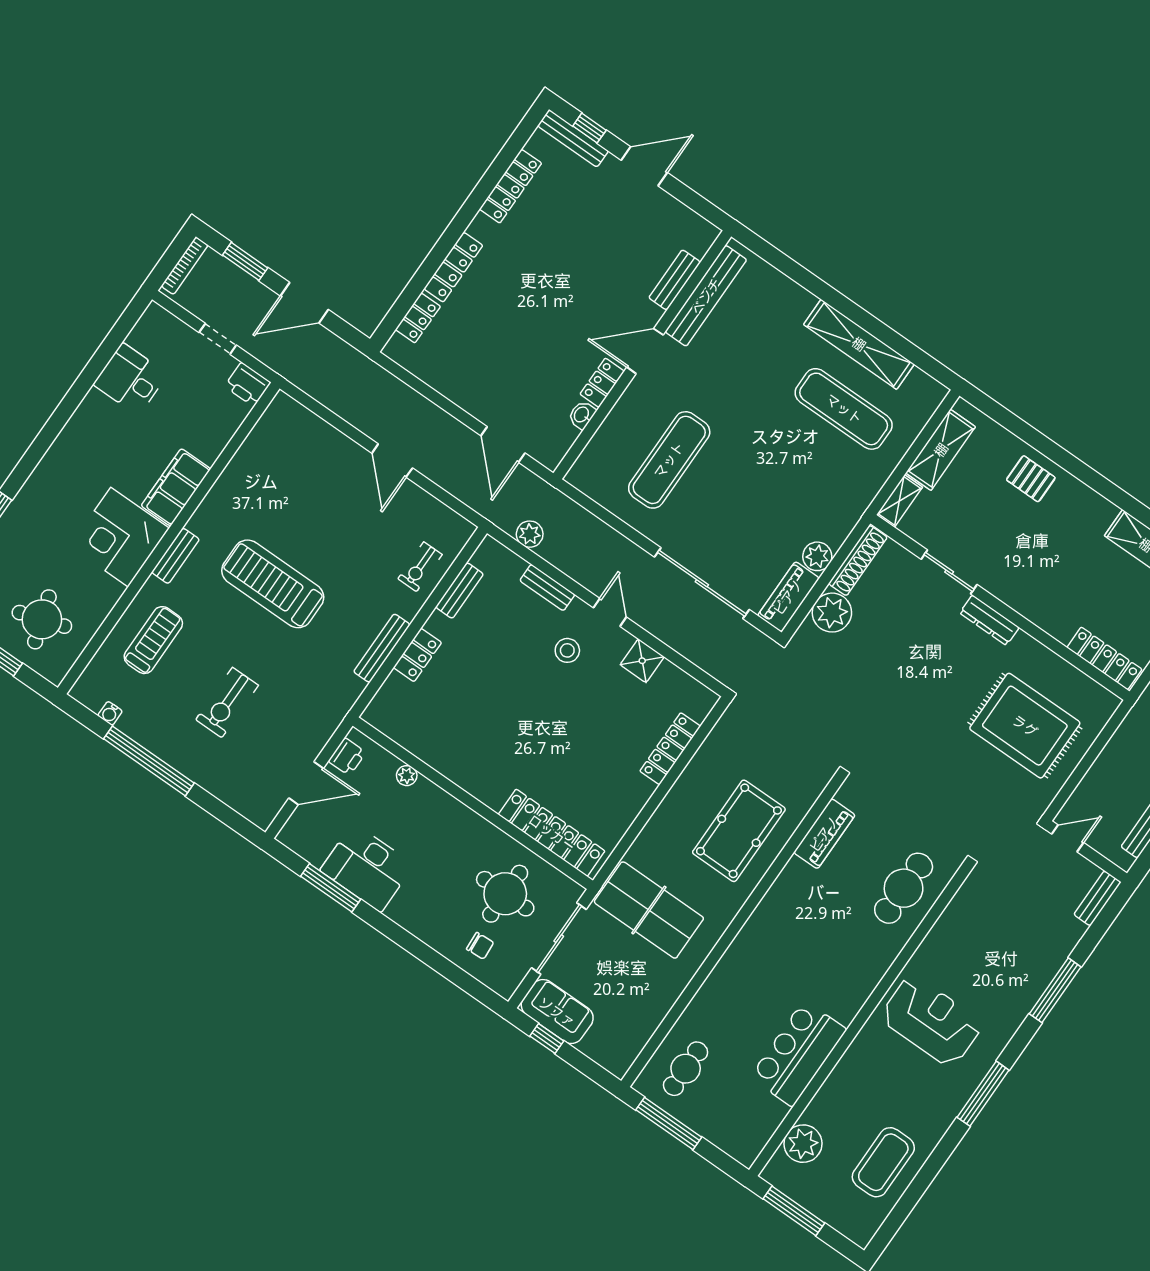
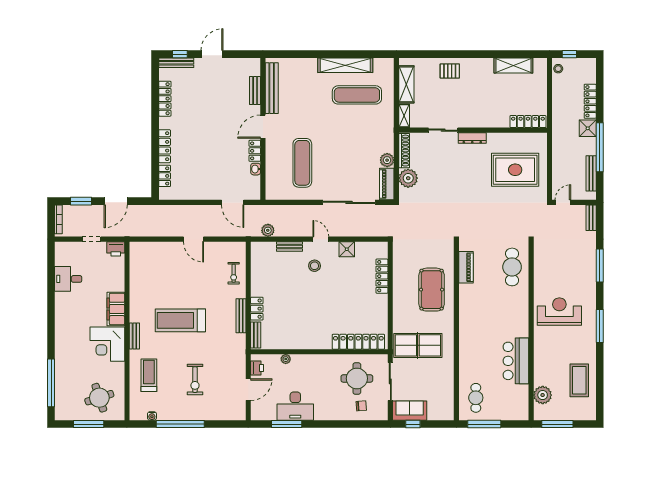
bench: (459, 591) -> (256, 335), moved

